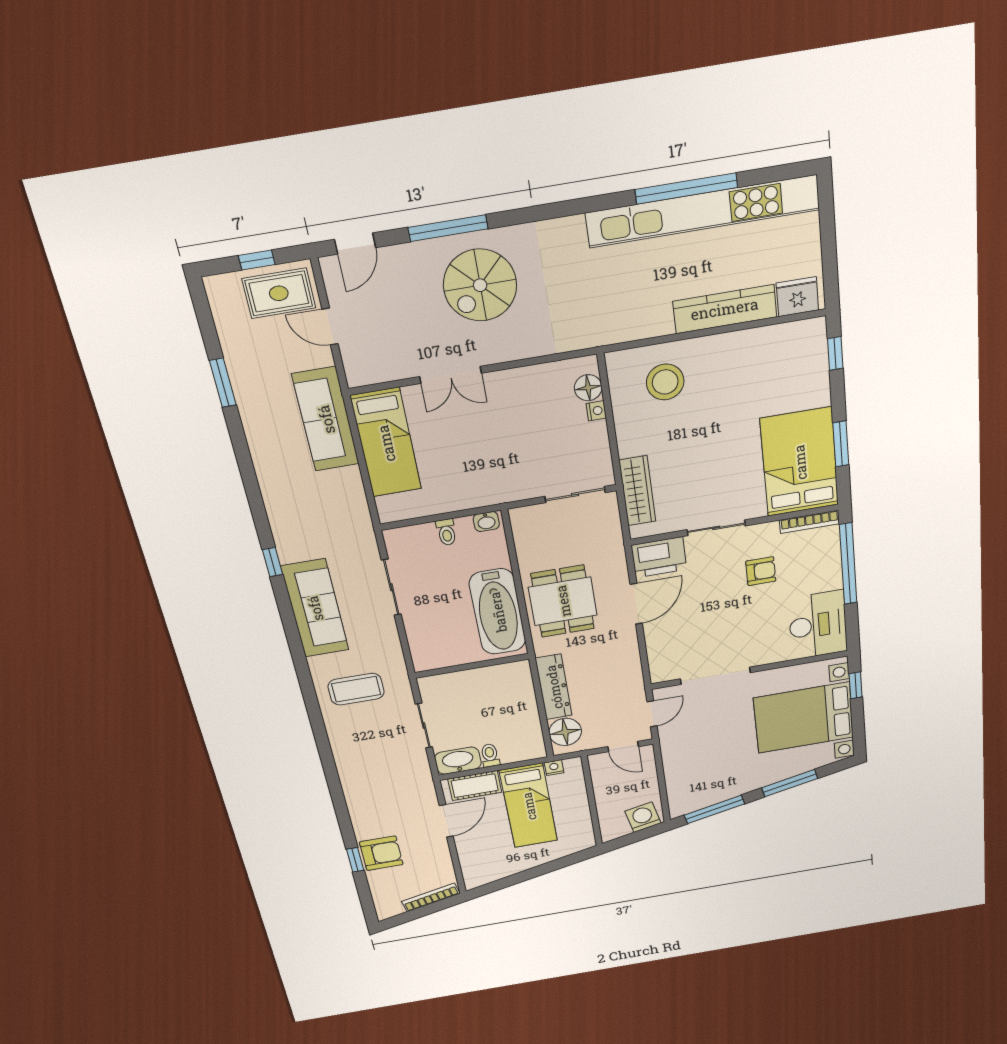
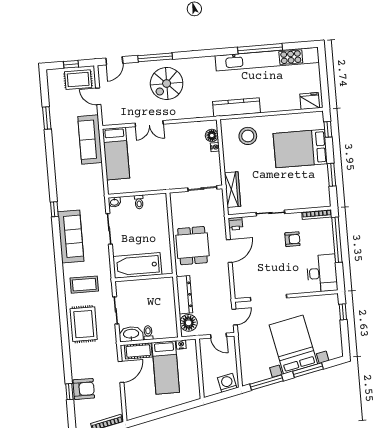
kitchen counter: (725, 309) -> (237, 107), moved
bed: (800, 462) -> (300, 149), moved, turned -90
washbasin: (486, 522) -> (114, 202), moved
printer: (659, 557) -> (235, 224), width x0.53, depth x0.68
bathtub: (498, 612) -> (137, 265), moved, turned 90
bed with nightstands: (804, 718) -> (293, 344), moved, turned 78
rug: (365, 754) -> (84, 324), added

